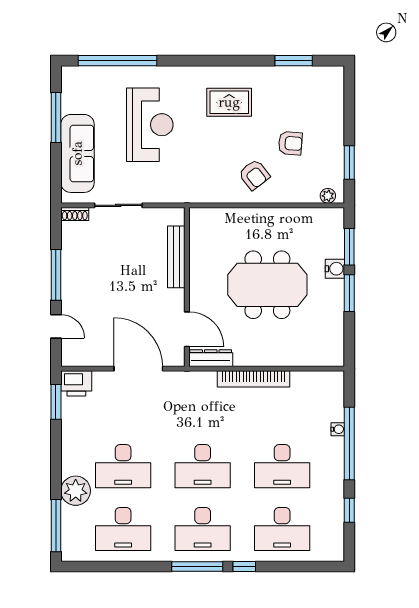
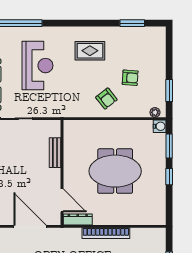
bench: (176, 257) -> (55, 153), width x0.73
water cooler: (335, 269) -> (160, 126), moved
window: (349, 293) -> (169, 177), width x0.67

